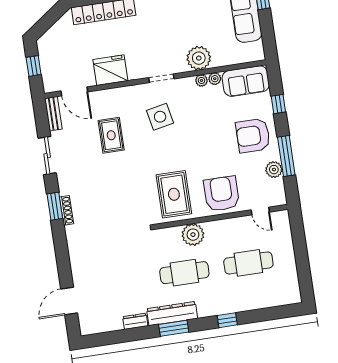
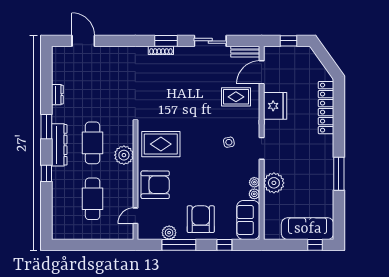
side table: (160, 117) -> (229, 142), width x0.54, depth x0.54
rug: (111, 135) -> (236, 97), moved
dresser: (172, 314) -> (59, 145), moved

